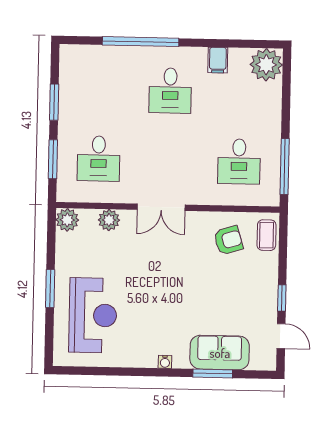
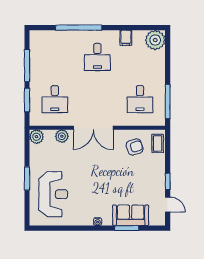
window: (54, 102) -> (27, 65), width x1.44
double door: (161, 207) -> (93, 128), width x1.37

